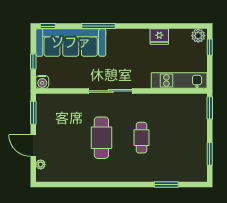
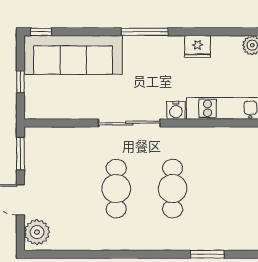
window: (98, 26) -> (145, 32), moved
water cooler: (42, 82) -> (176, 110), moved
cafe table: (142, 138) -> (173, 189), width x1.37, depth x1.35
plant: (41, 164) -> (37, 232), width x1.88, depth x1.88

